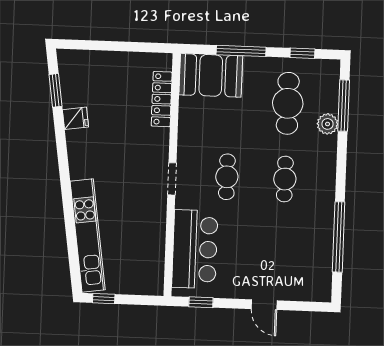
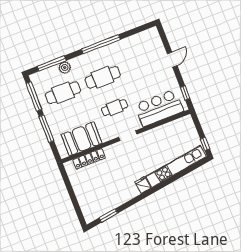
window: (302, 53) -> (34, 96), width x2.17
booth: (211, 75) -> (82, 139), moved, turned 90
fridge: (75, 118) -> (143, 185), moved
cafe table: (285, 179) -> (103, 77), width x1.37, depth x1.35
window: (339, 237) -> (101, 44), moved

